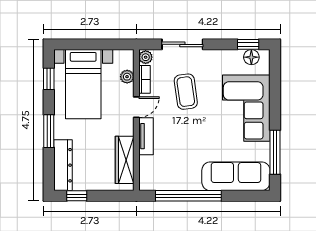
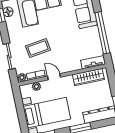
tv unit: (146, 136) -> (93, 62), moved

